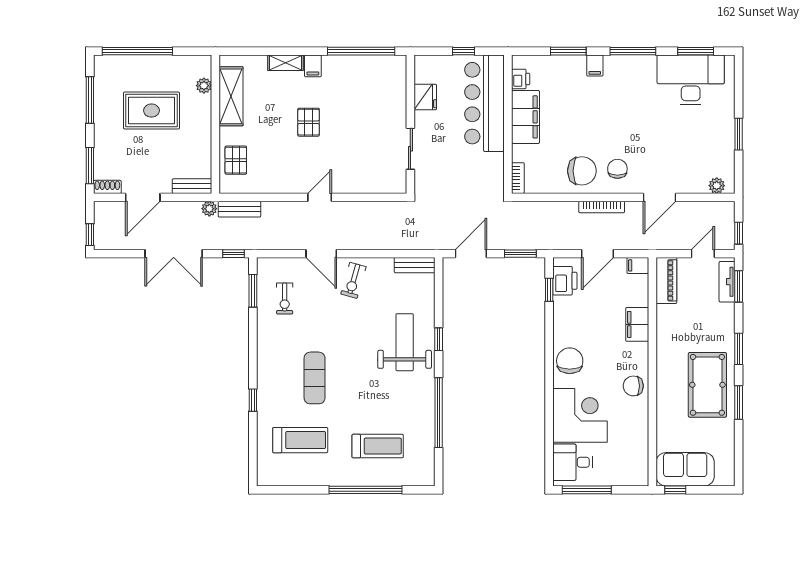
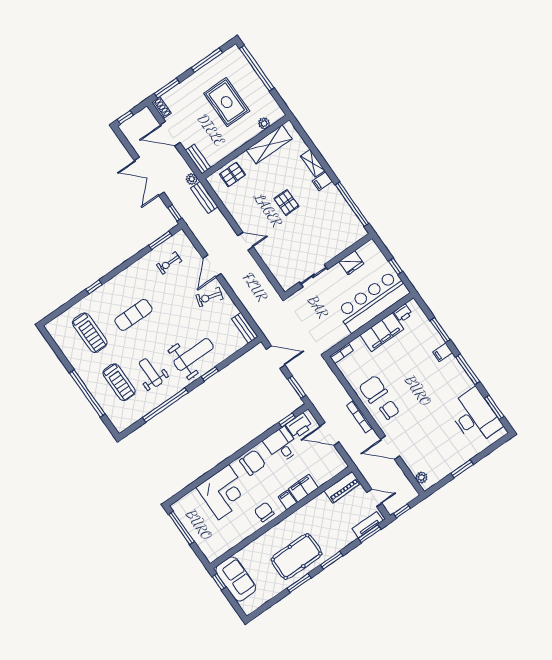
pallet: (309, 122) -> (286, 202), turned 90
chair: (582, 171) -> (373, 389), turned 180
filing cabinet: (638, 265) -> (287, 500), moved
weight bench: (391, 404) -> (151, 373), added
desk: (573, 462) -> (282, 445), moved

